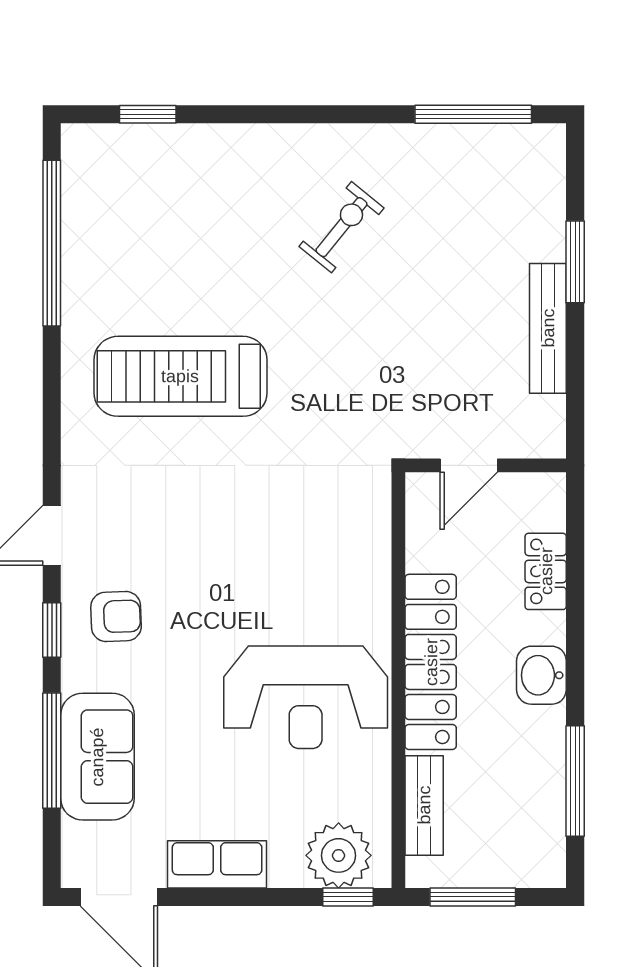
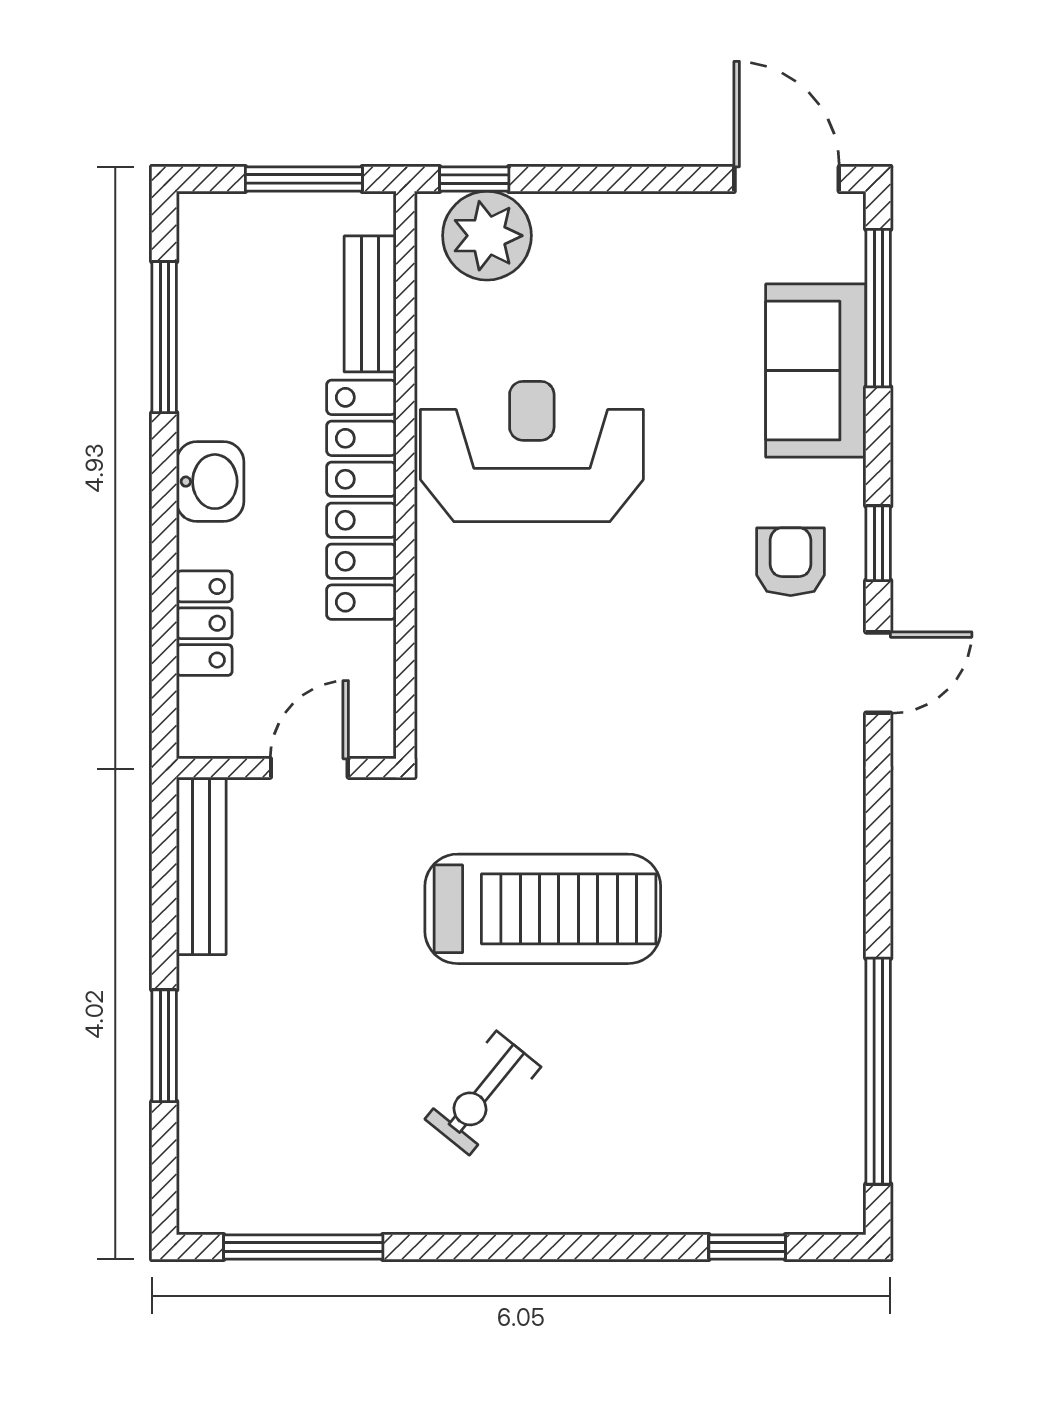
bench: (548, 328) -> (201, 866), moved
treadmill: (180, 376) -> (543, 909), moved
armchair: (116, 617) -> (791, 562), turned 92
window: (52, 751) -> (878, 308), moved
row of seats: (217, 864) -> (653, 223), removed

